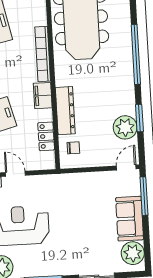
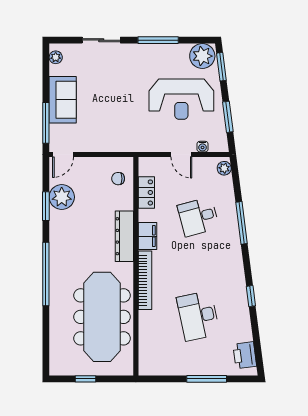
dresser: (65, 111) -> (124, 236), moved
plant: (133, 253) -> (56, 57), width x0.53, depth x0.53

